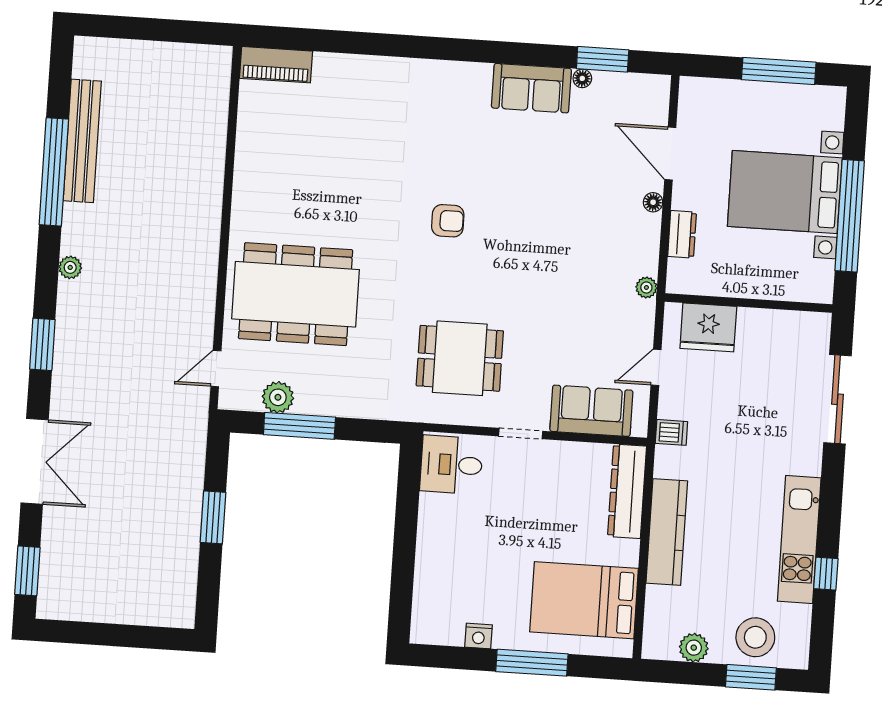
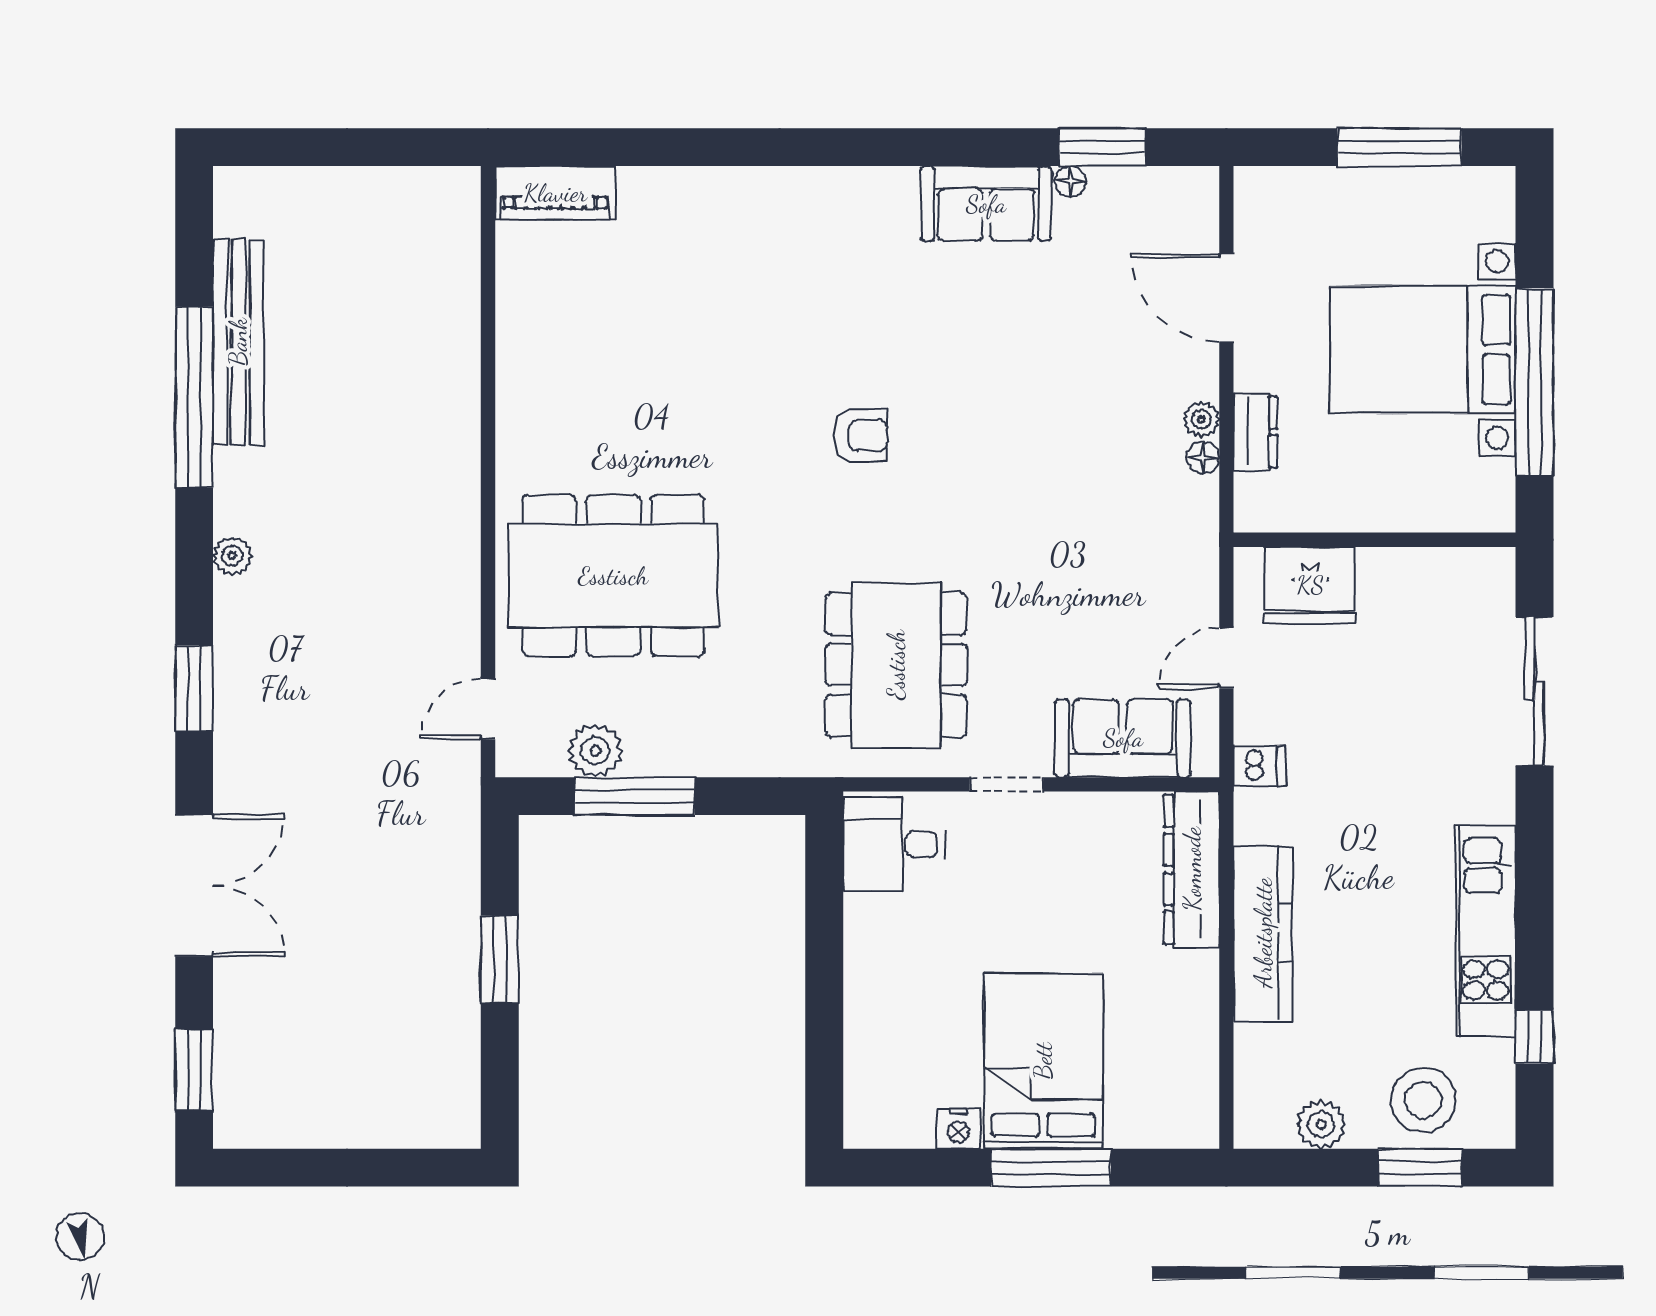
floor lamp: (653, 202) -> (1203, 457), moved
plant: (646, 287) -> (1201, 419), moved
dining table: (460, 358) -> (896, 665), width x1.37
window: (826, 574) -> (1534, 1037), moved
bed: (584, 600) -> (1043, 1061), moved, turned 90

